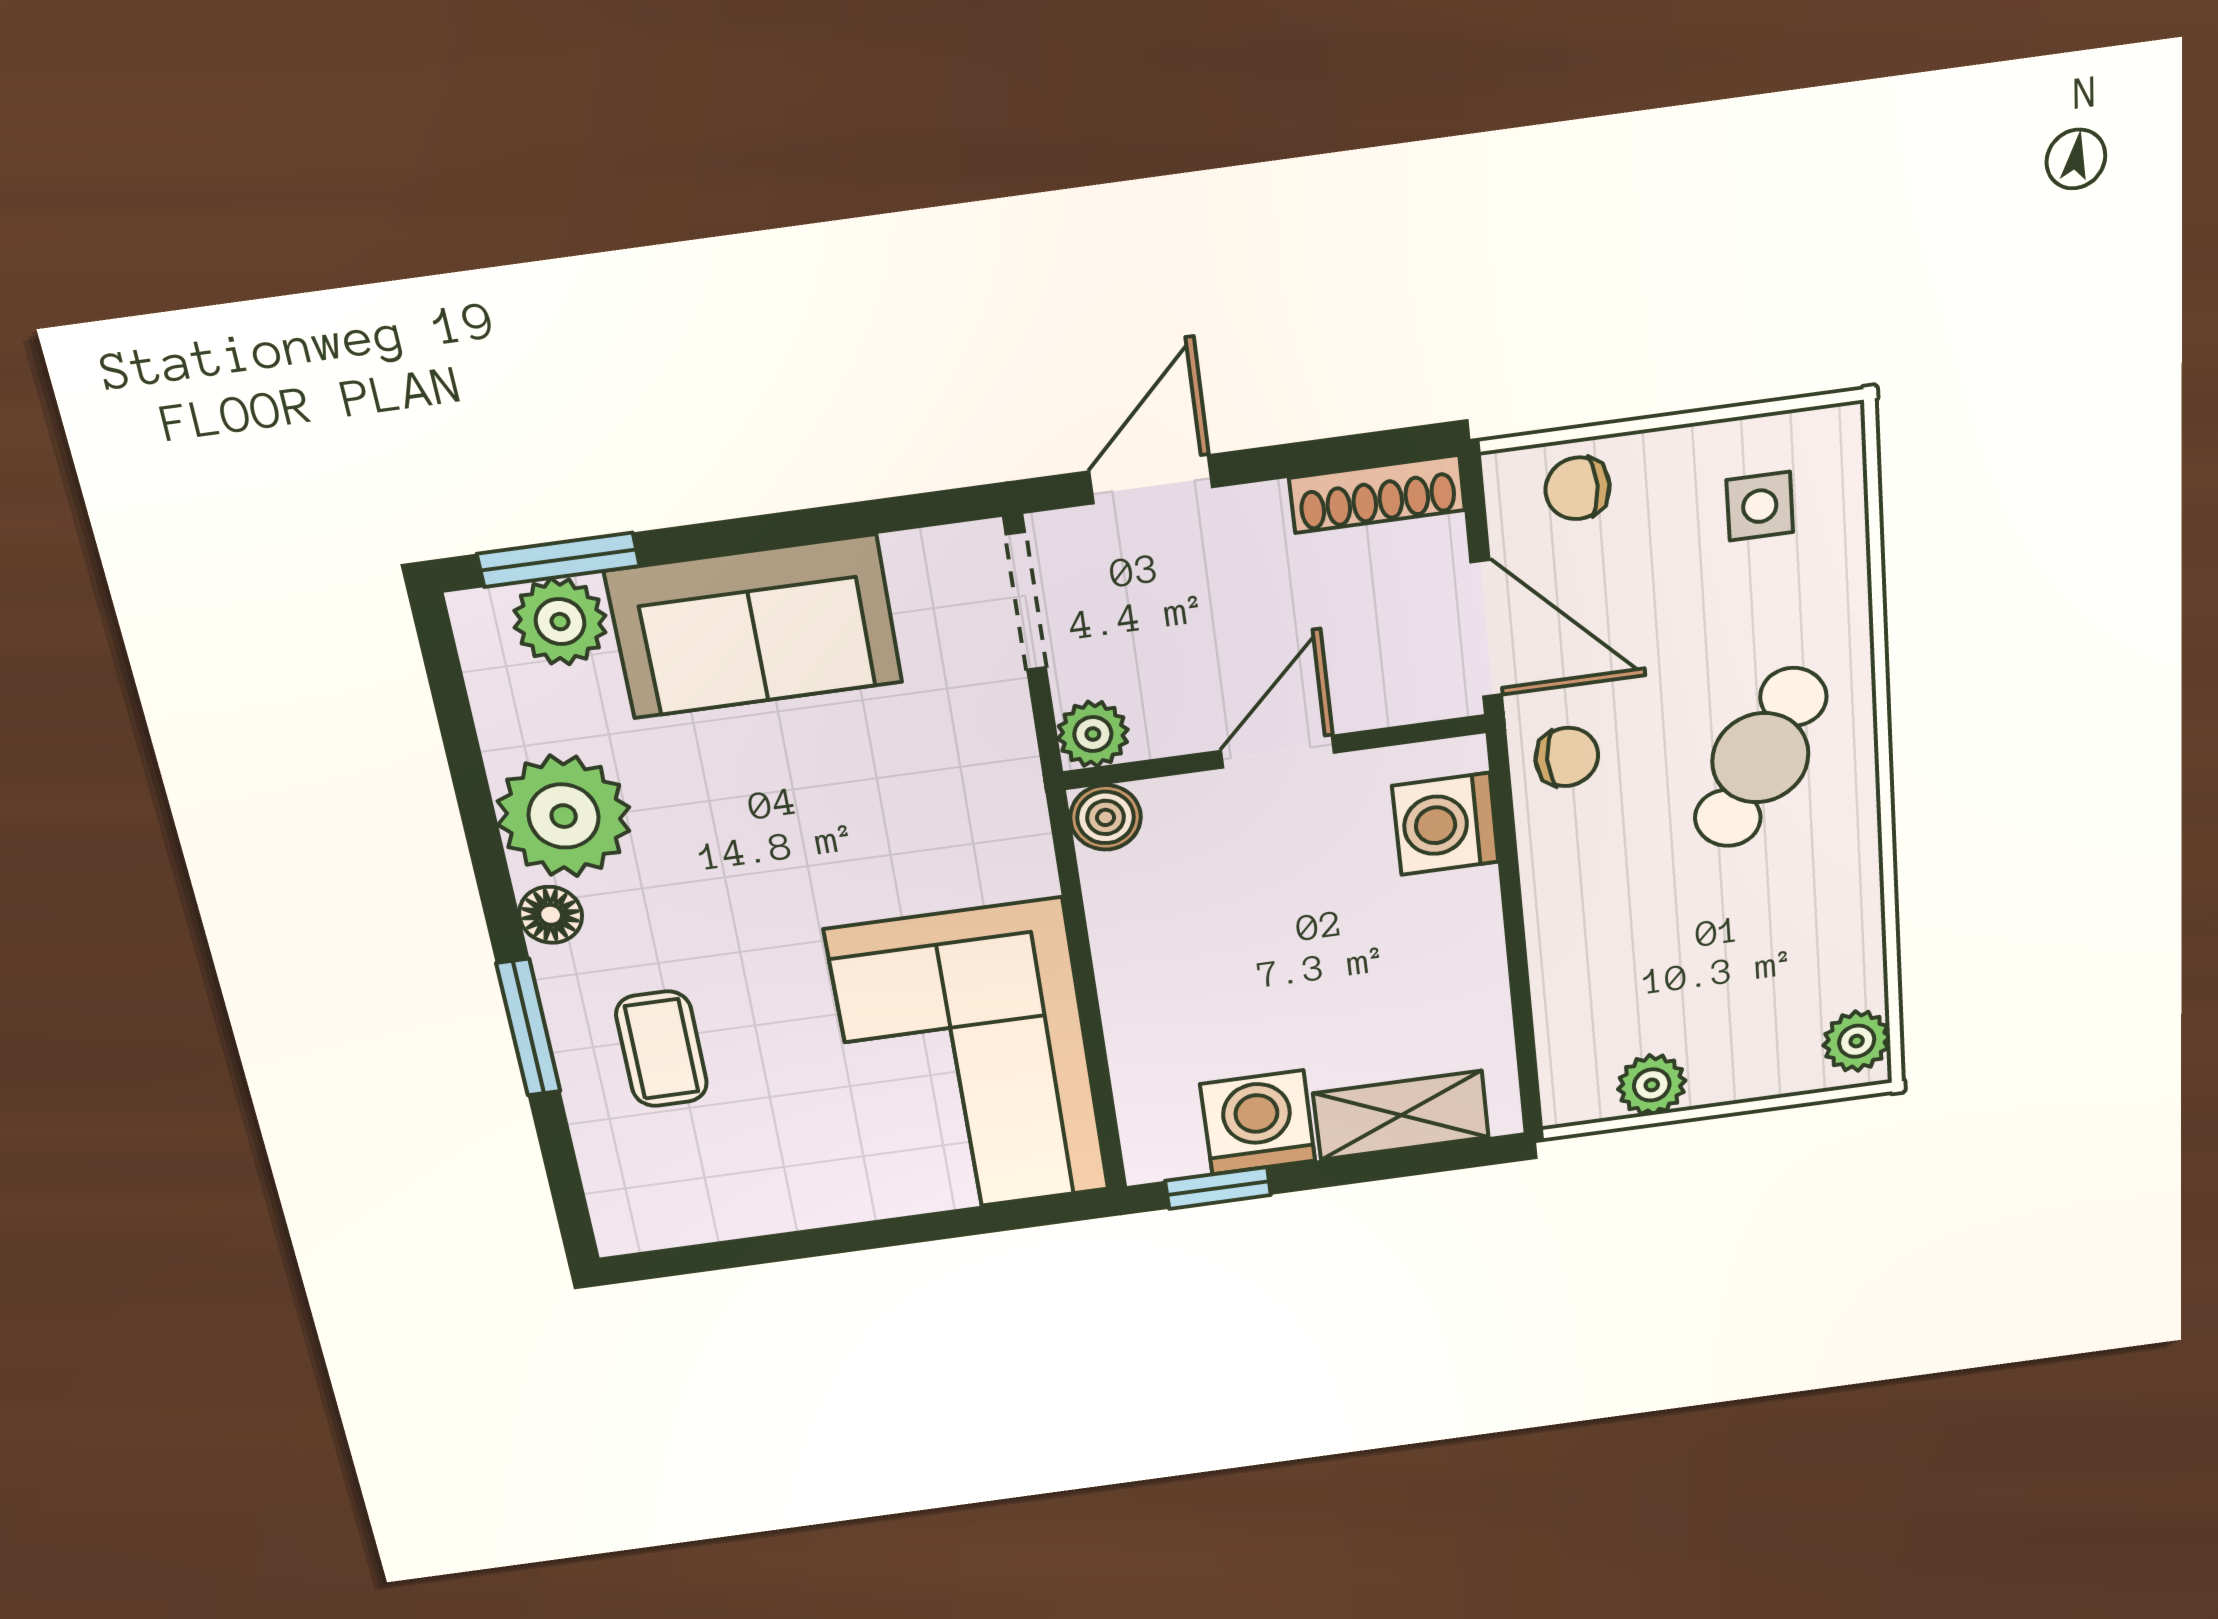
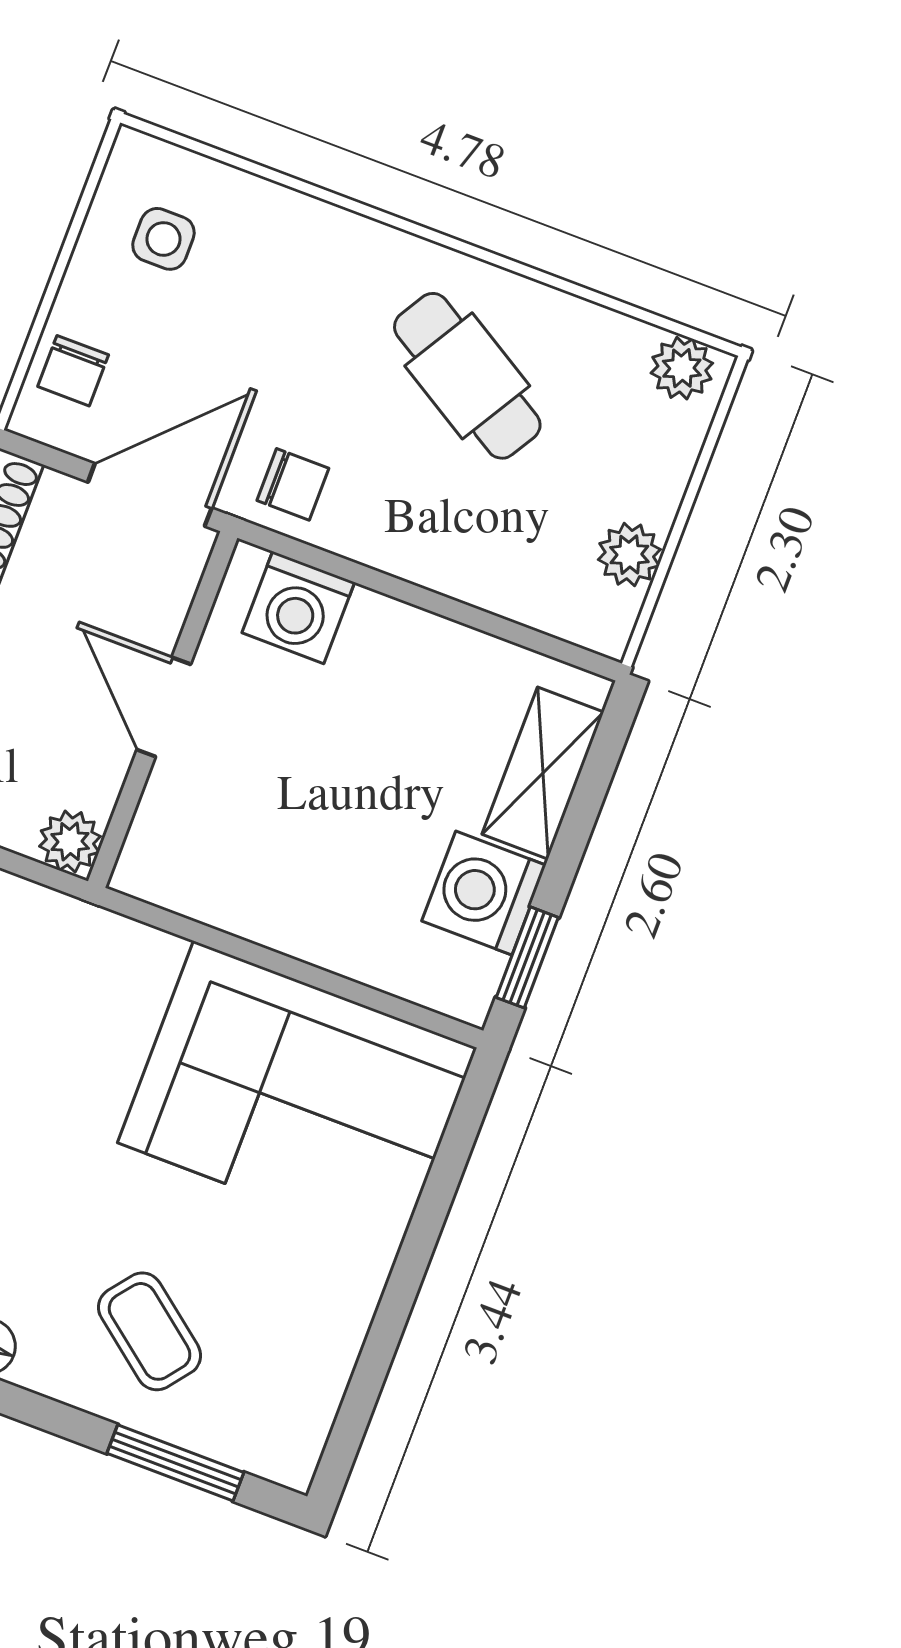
chair: (1567, 757) -> (293, 484), turned 90
cafe table: (1760, 758) -> (467, 376), moved
boiler: (1106, 817) -> (145, 870), removed
window: (528, 1028) -> (175, 1463), moved
coffee table: (662, 1049) -> (150, 1331), turned 38

